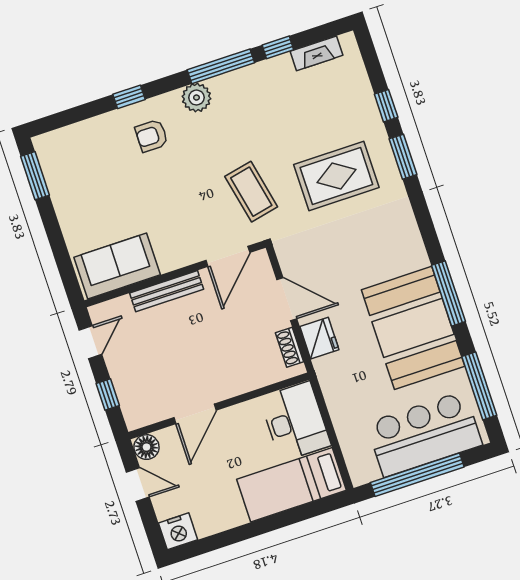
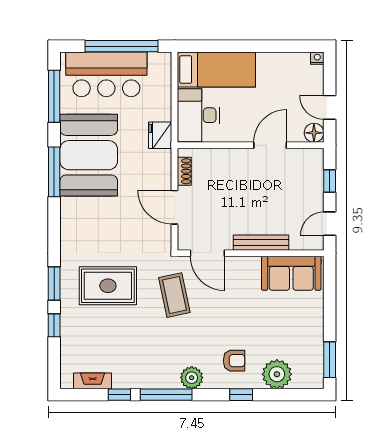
plant: (94, 137) -> (277, 374), added
door: (228, 256) -> (207, 253), swing flipped
fridge: (319, 338) -> (160, 135), moved
nightstand: (178, 531) -> (317, 58), width x0.53, depth x0.56

